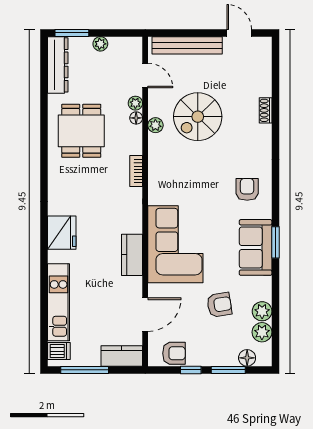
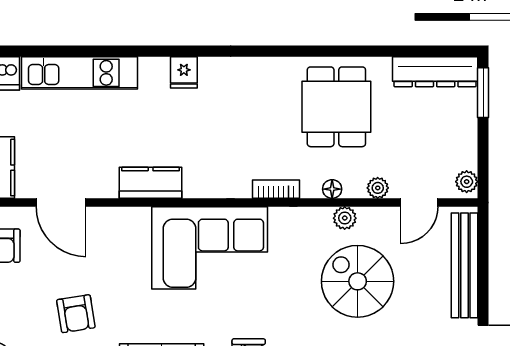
plant: (100, 44) -> (467, 182), moved
floor lamp: (136, 118) -> (332, 189), moved
dining table: (81, 131) -> (336, 107), turned 90
fridge: (62, 233) -> (184, 72), width x0.53, depth x0.75
corner sofa: (175, 244) -> (210, 248), moved

